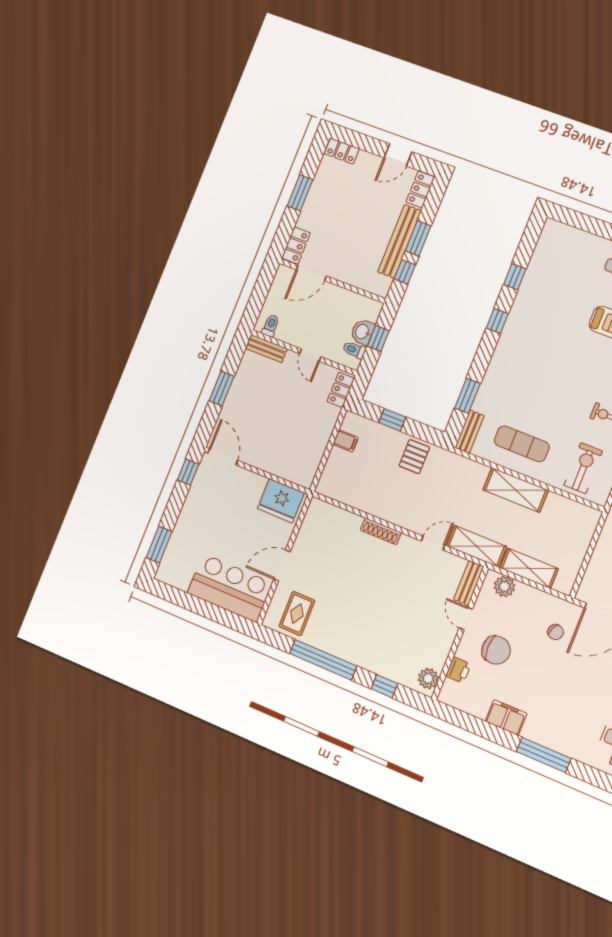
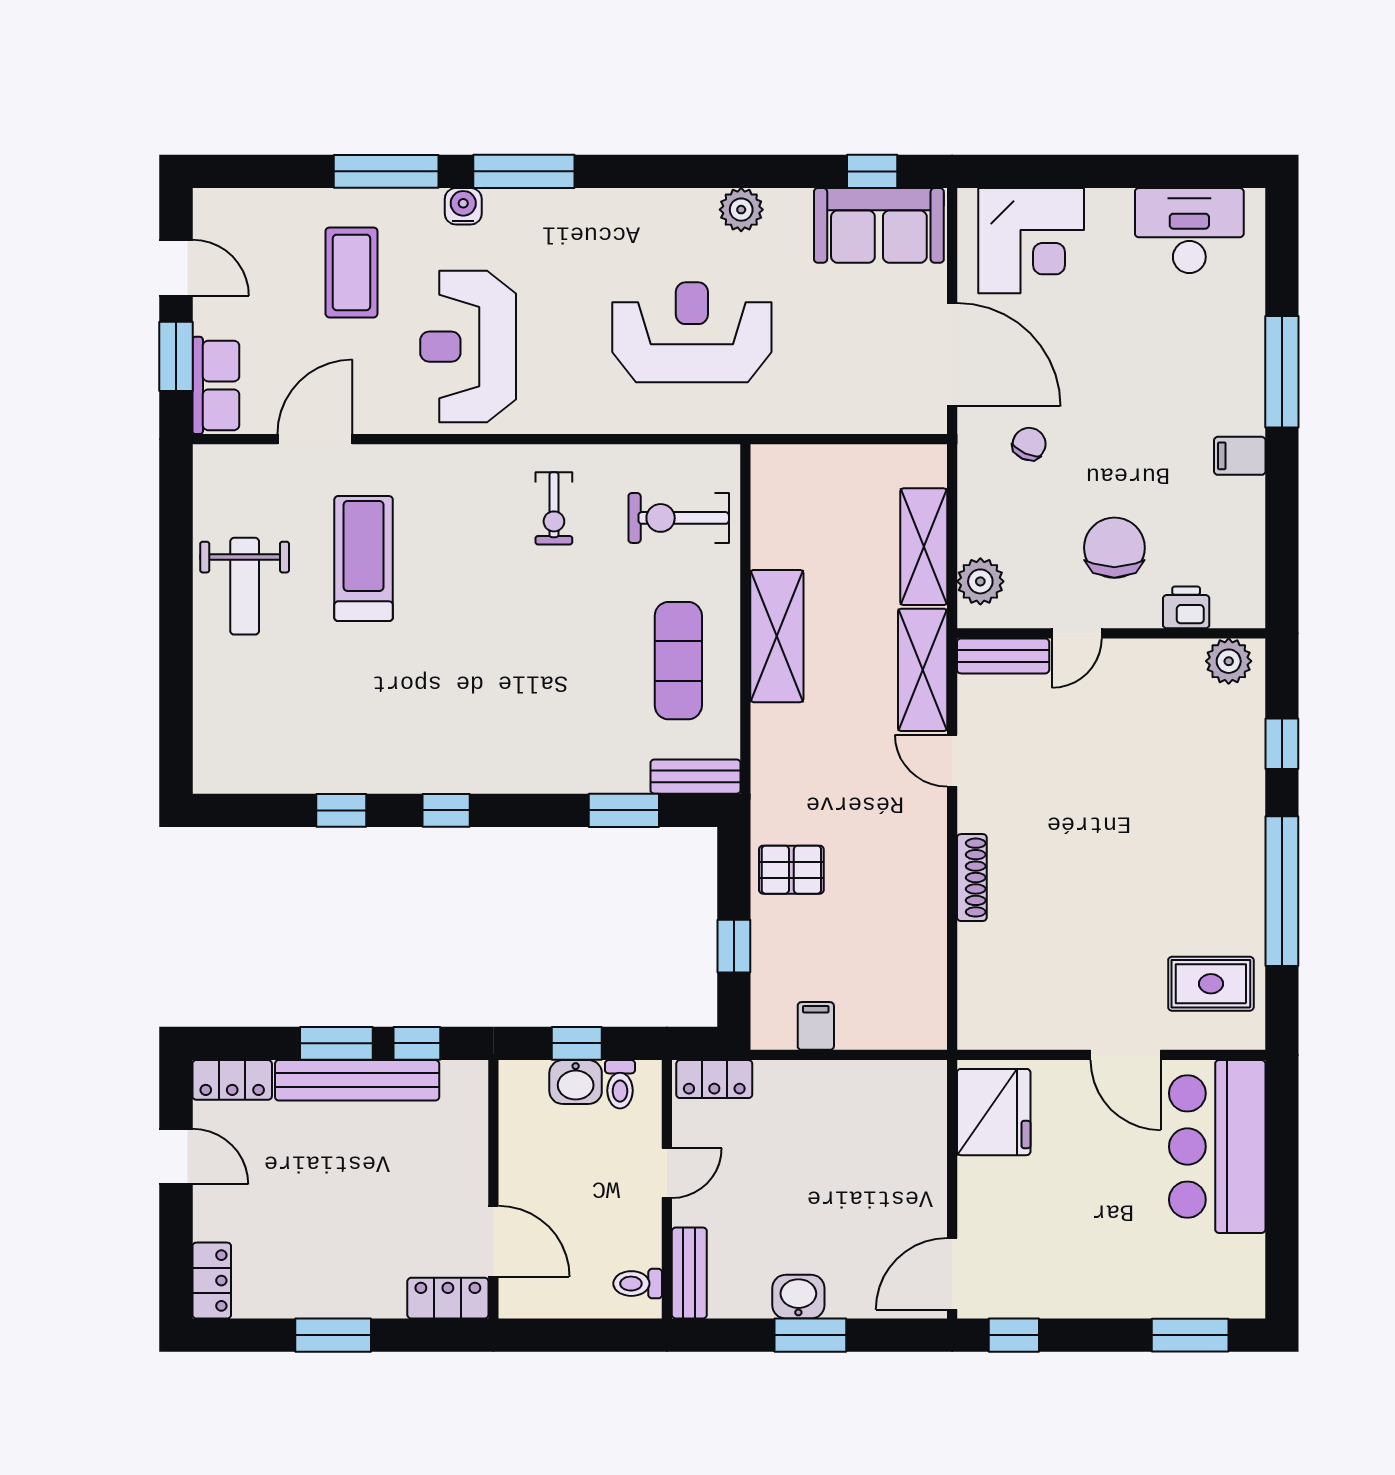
washbasin: (239, 390) -> (798, 1297), added
filing cabinet: (506, 717) -> (1240, 456), width x0.50

